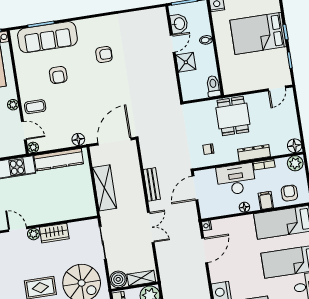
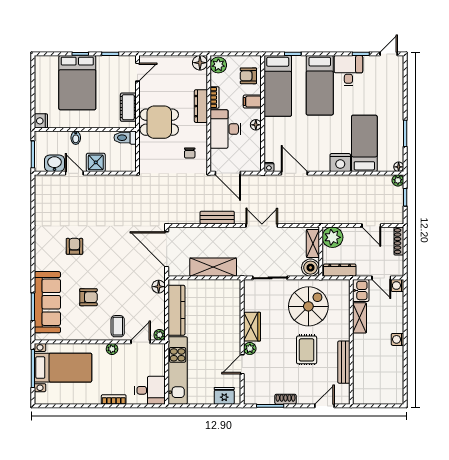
cot: (242, 85) -> (128, 107), added
door: (277, 88) -> (137, 72), hinge flipped

